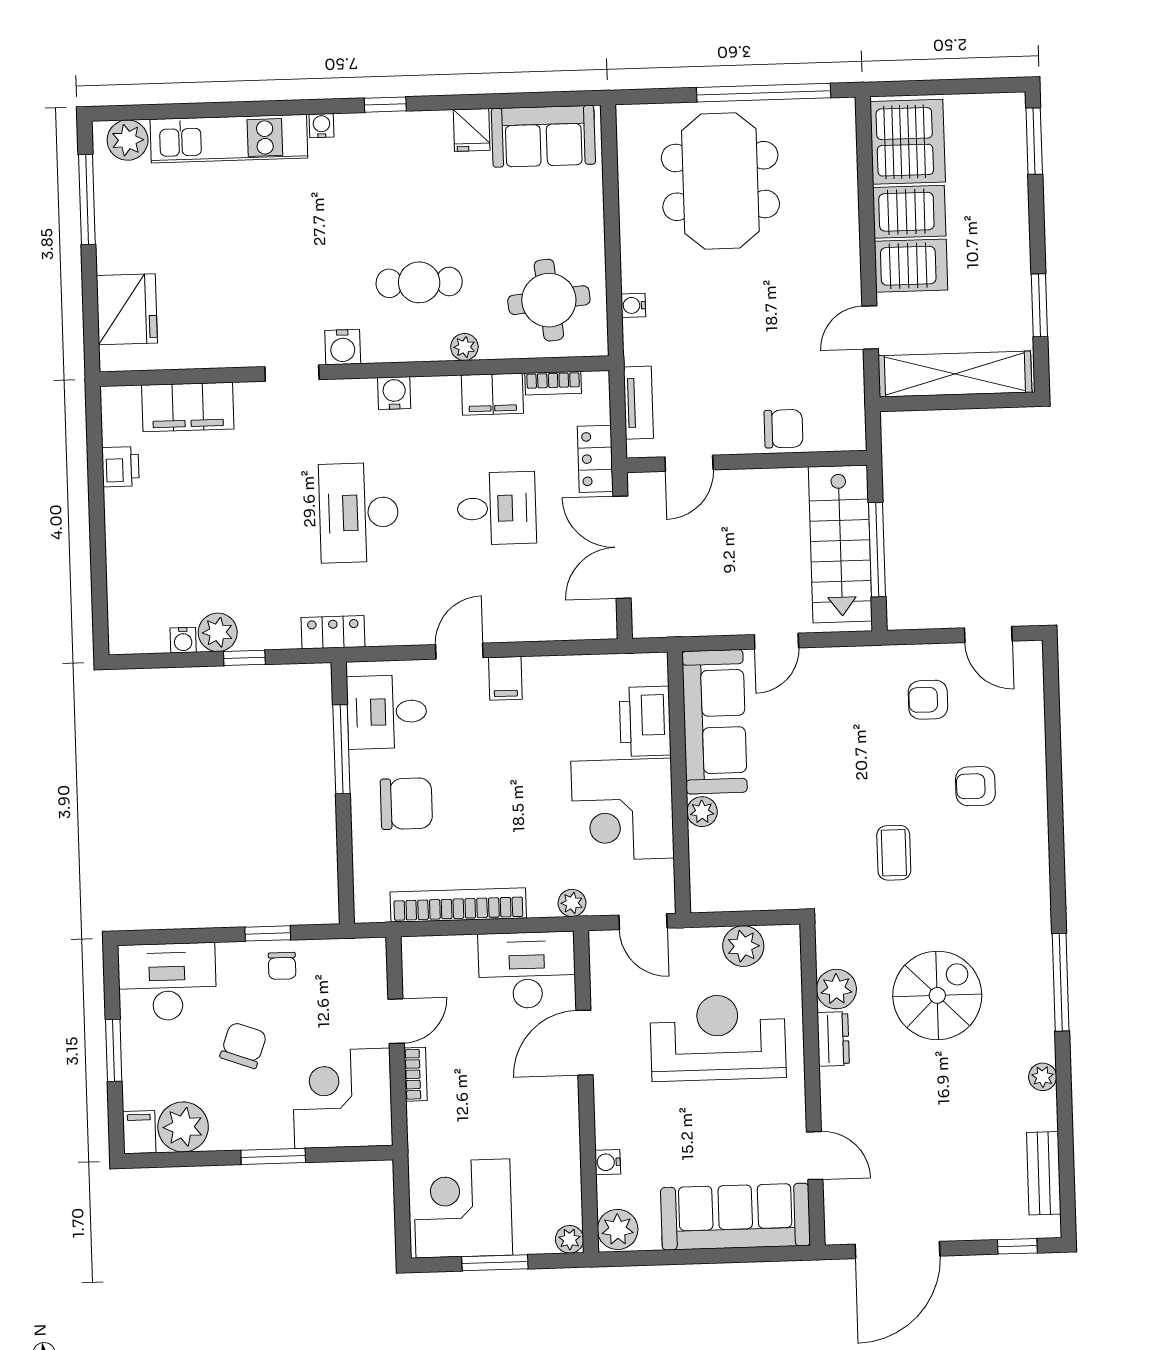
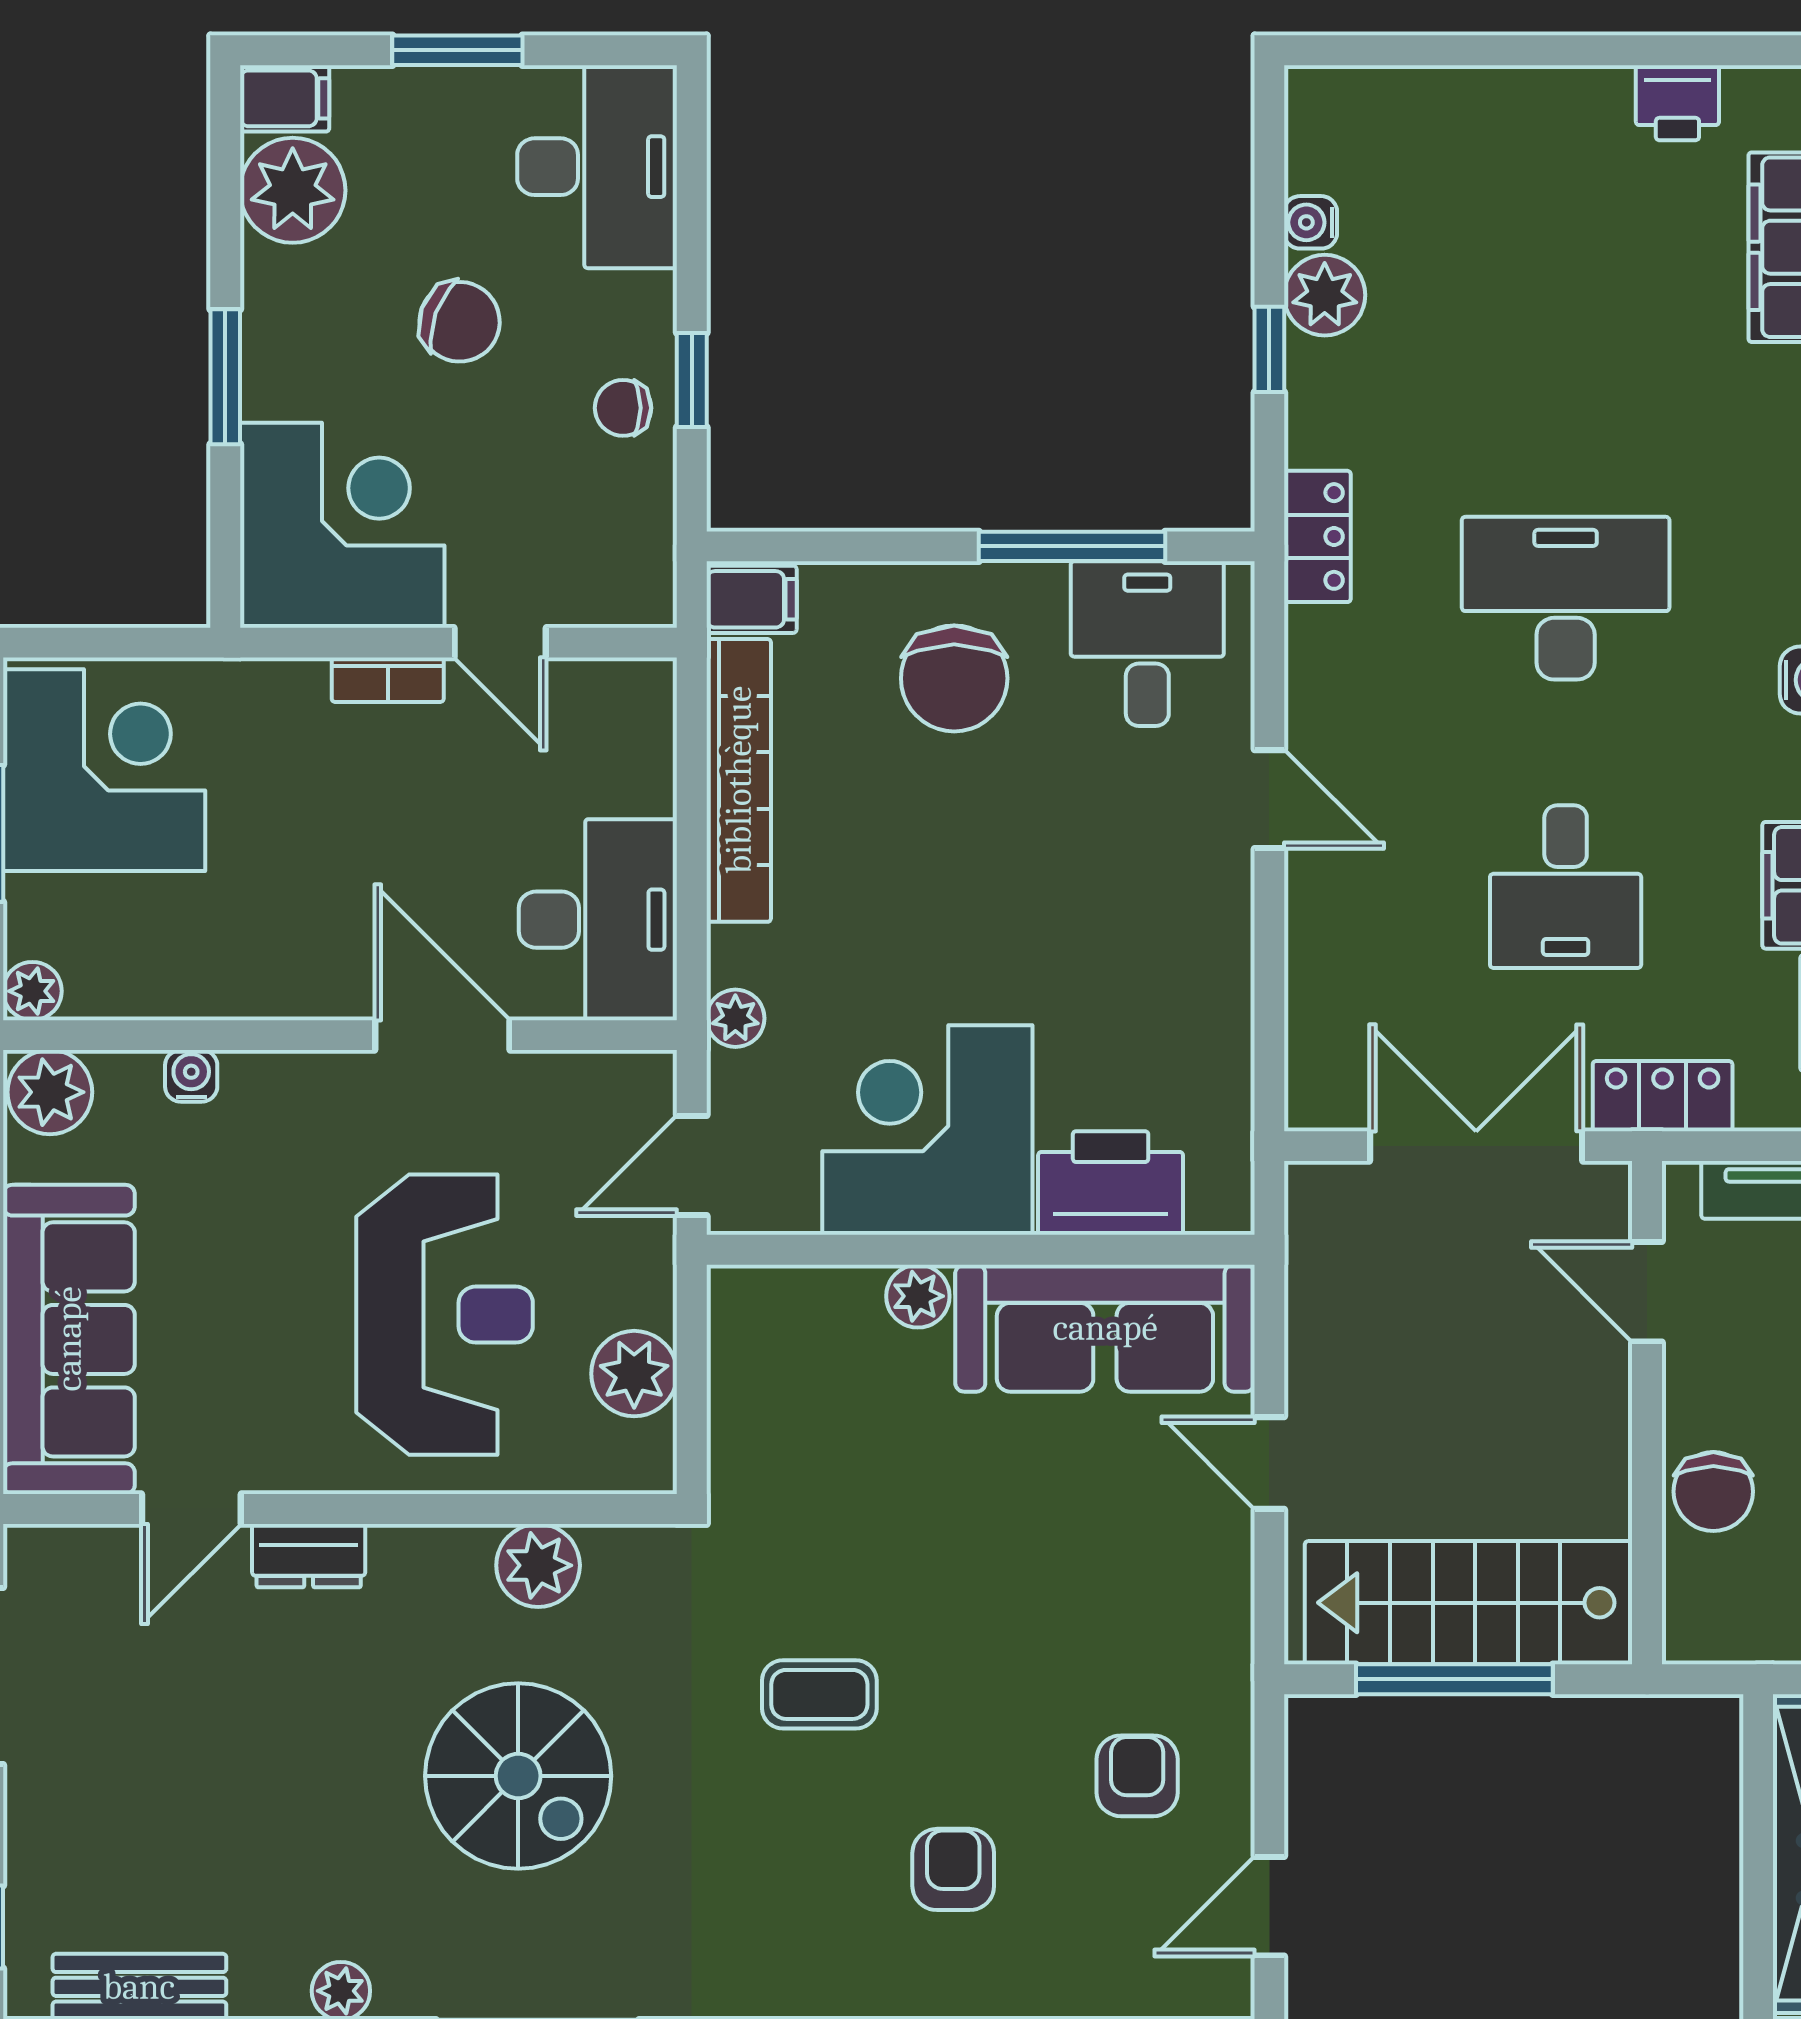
filing cabinet: (505, 678) -> (752, 599), moved, turned 180
dresser: (833, 1039) -> (309, 1556), moved

